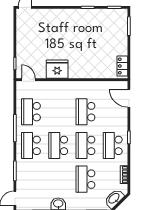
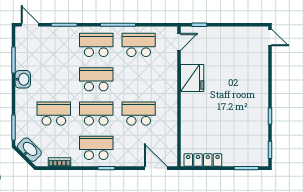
locker: (122, 66) -> (203, 160), width x1.53
door: (129, 98) -> (156, 168), hinge flipped

